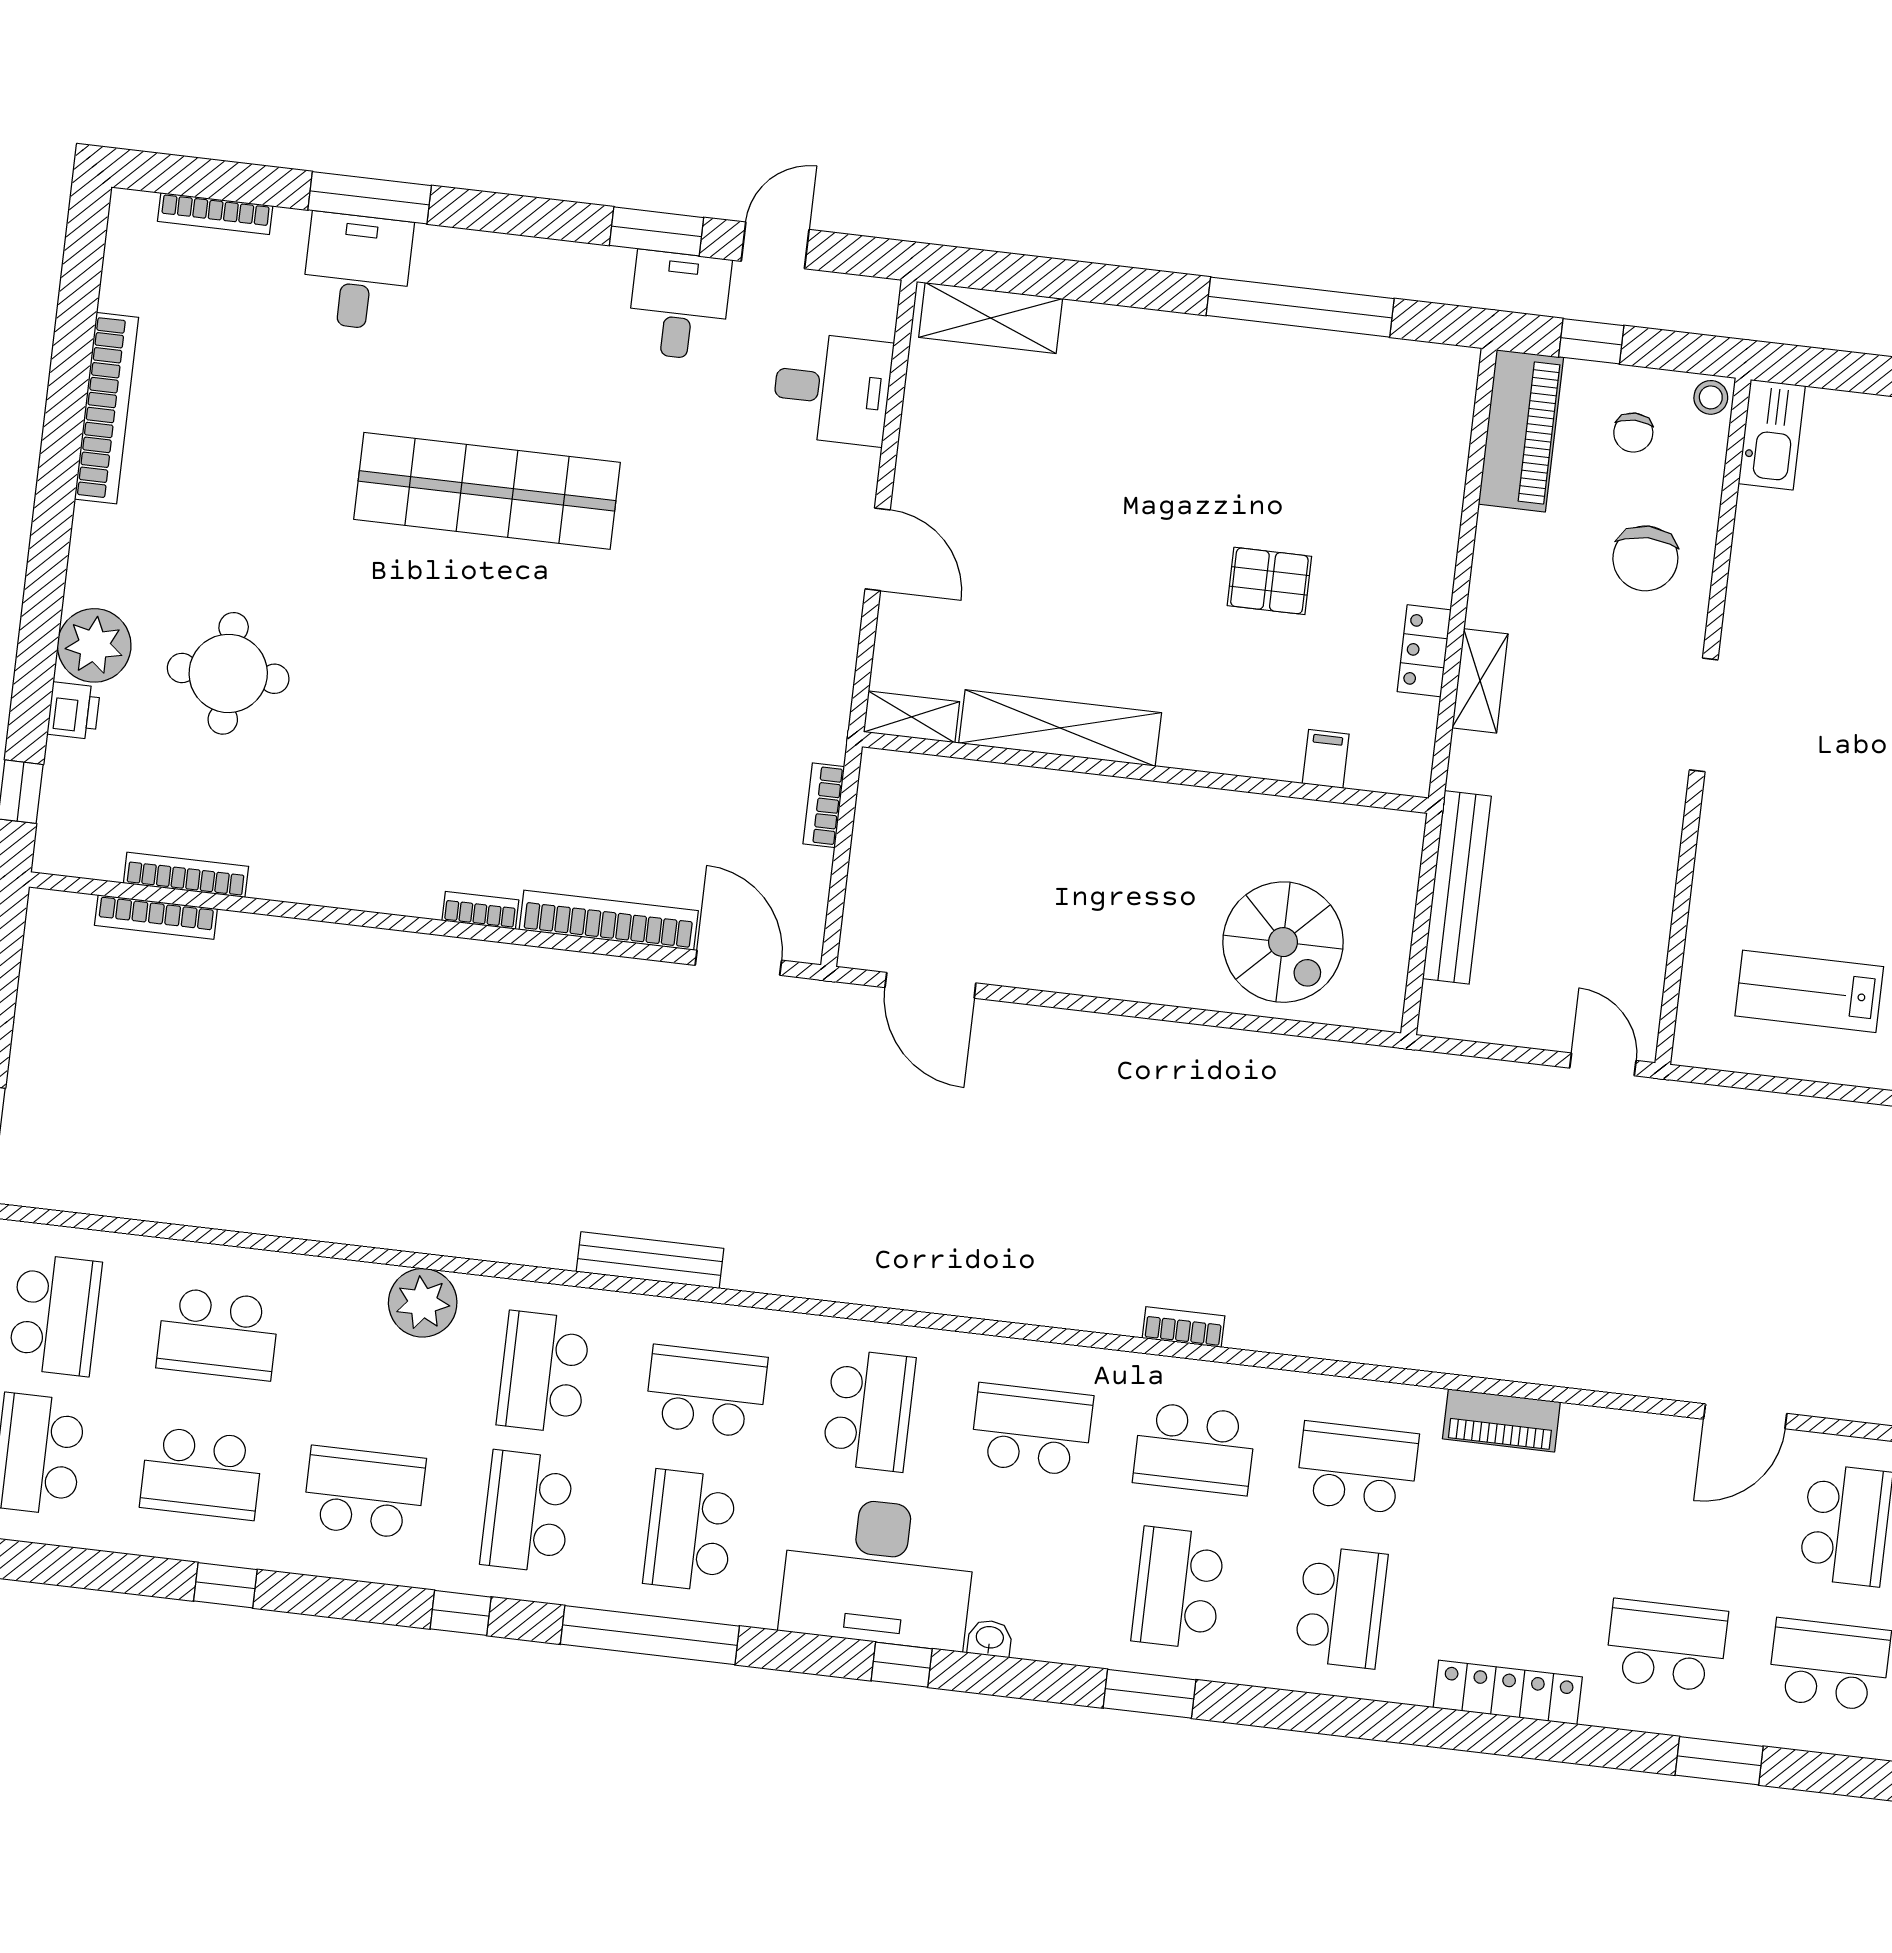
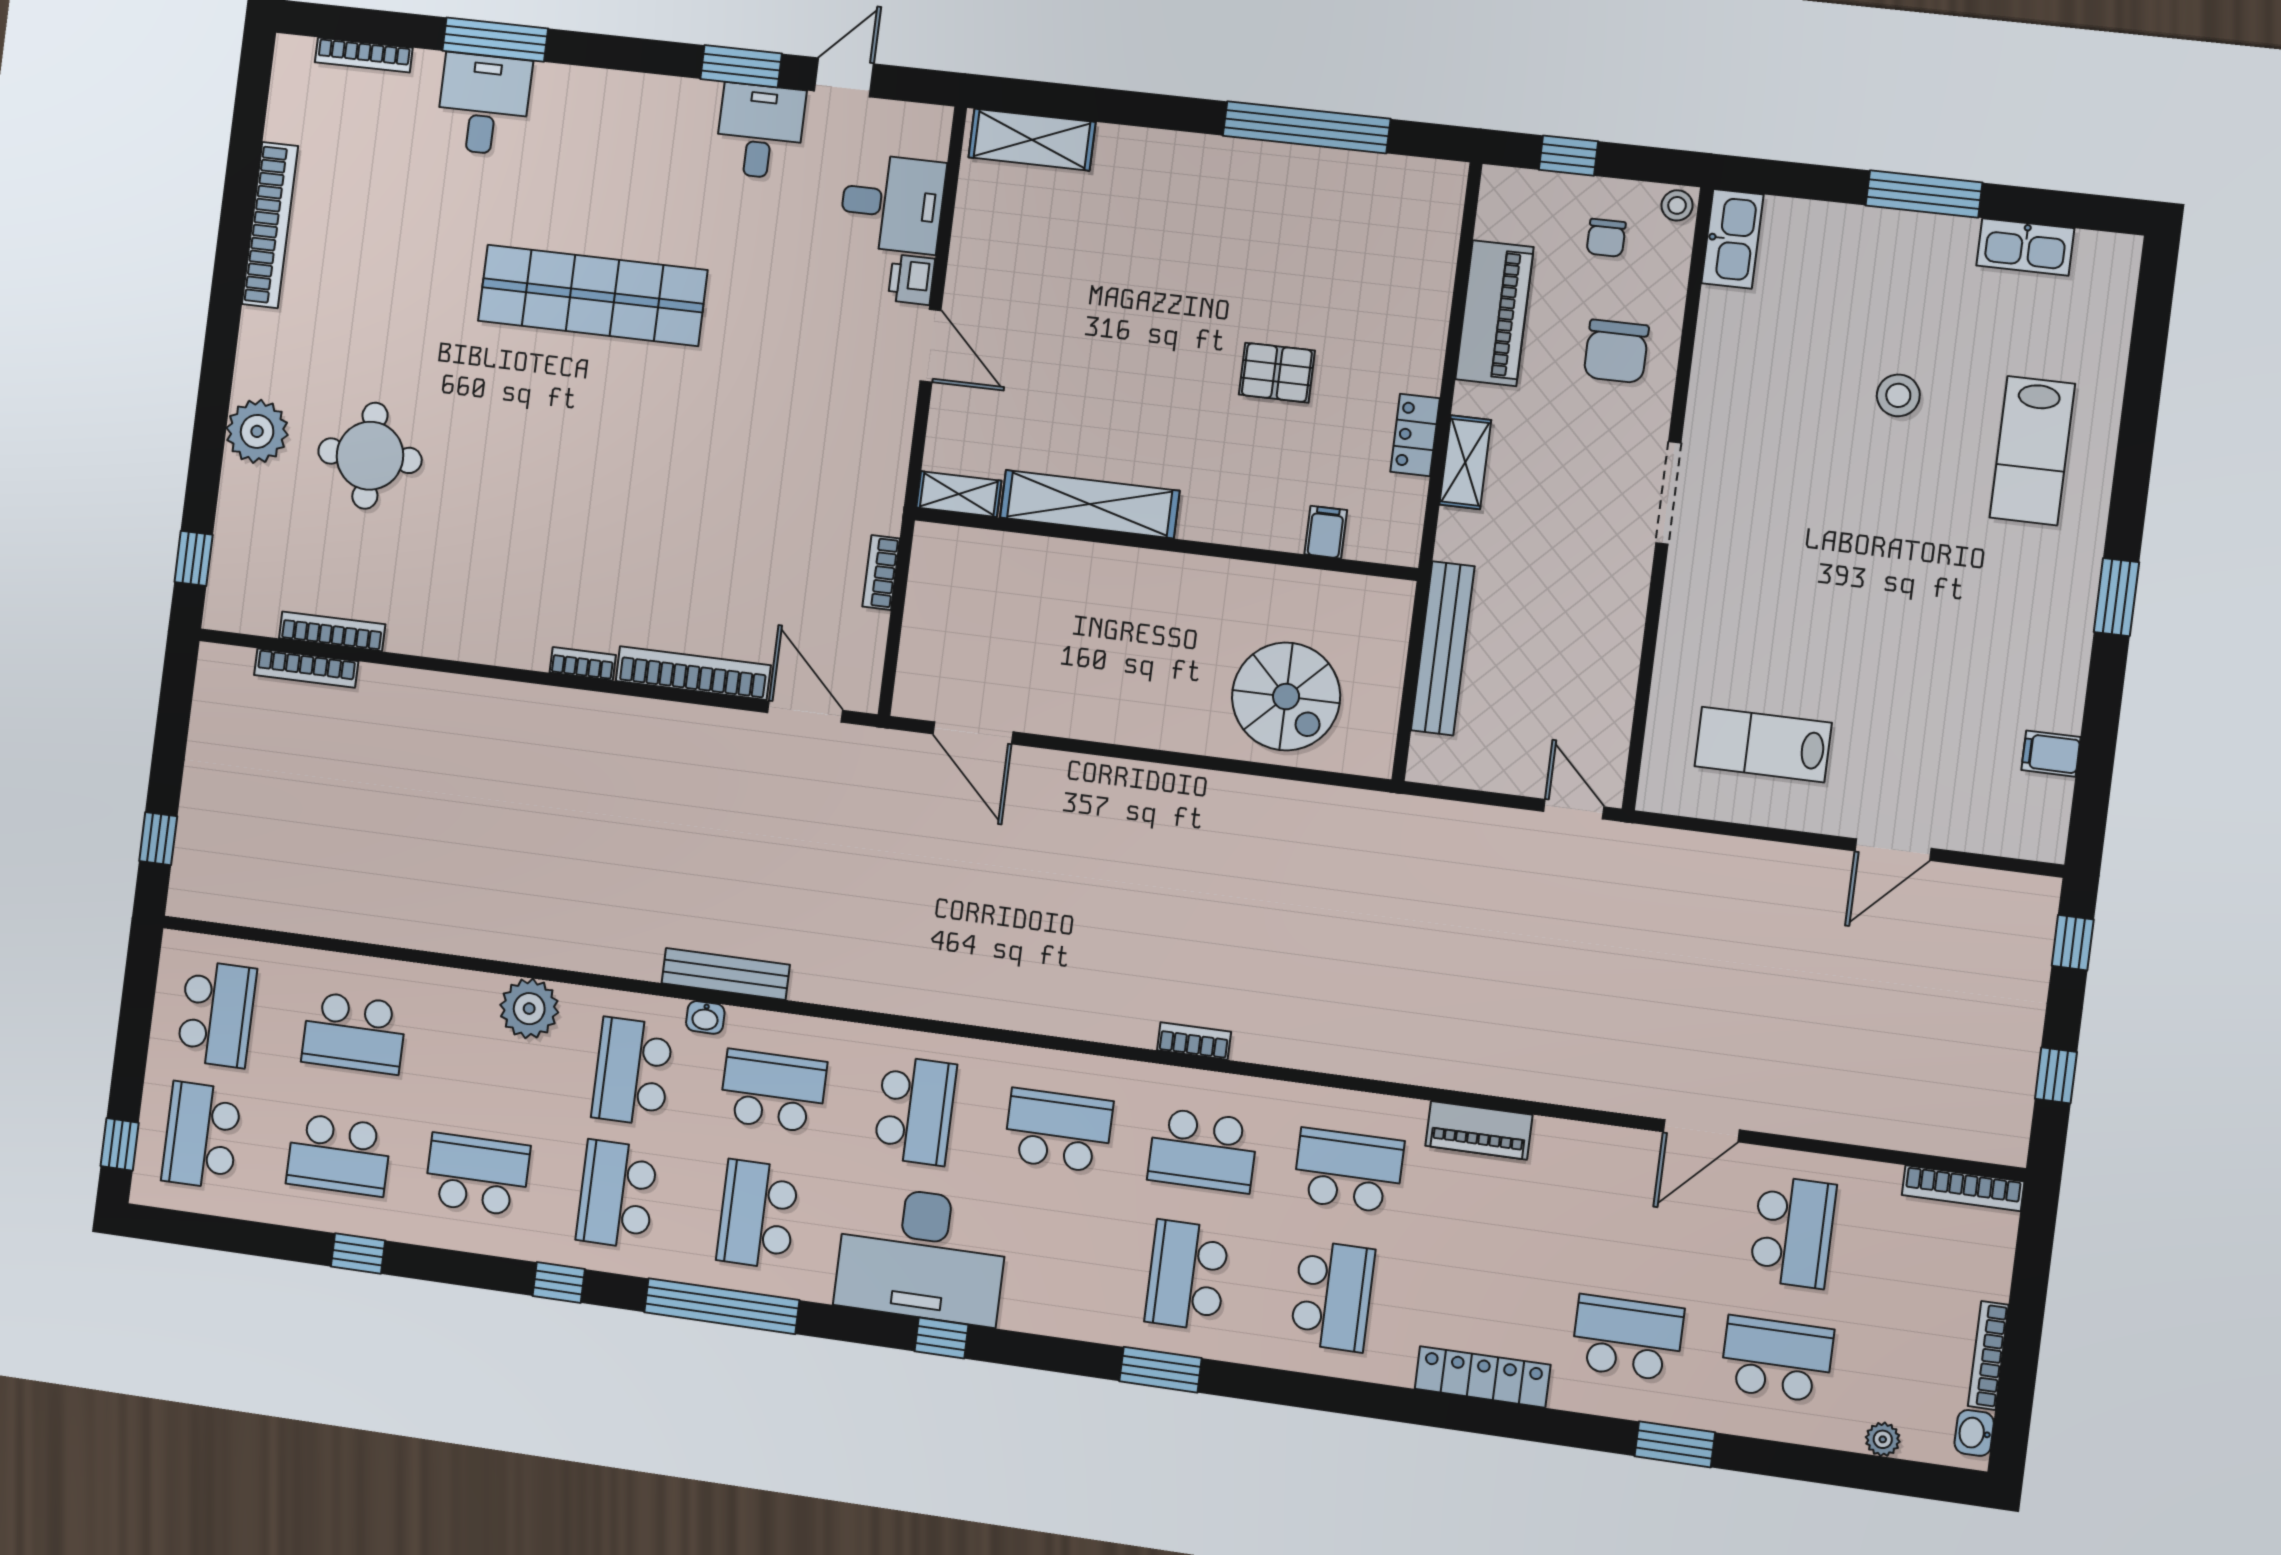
piano: (1521, 431) -> (1494, 313), moved
printer: (74, 711) -> (911, 280), moved, turned 180
washbasin: (990, 1638) -> (705, 1017), moved, turned 180

